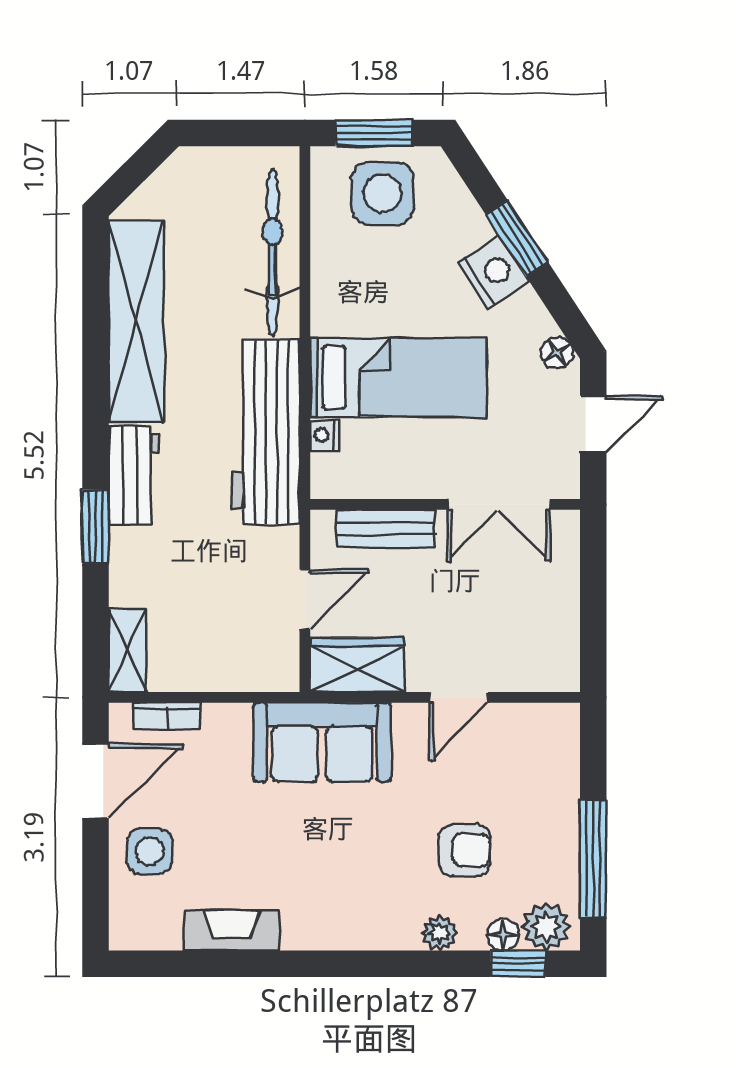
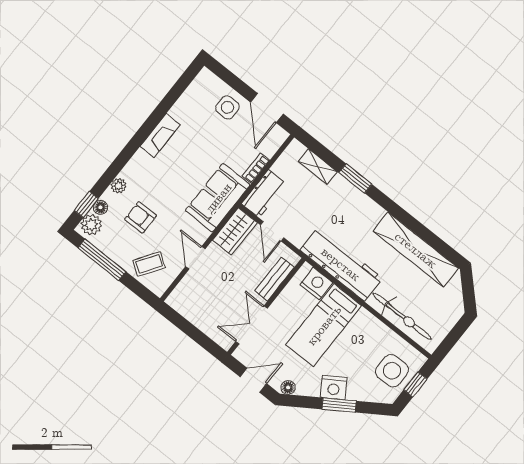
window: (374, 133) -> (415, 384), width x0.67
door: (593, 424) -> (253, 380), swing flipped
nightstand: (324, 435) -> (316, 284), width x1.89, depth x1.79
workbench: (134, 475) -> (264, 194), moved, turned -90
shelving: (127, 650) -> (318, 167), moved
bookcase: (167, 716) -> (256, 168), moved
coffee table: (535, 770) -> (149, 264), added
armchair: (465, 850) -> (141, 217), turned 90
fireplace: (232, 930) -> (160, 136), moved

